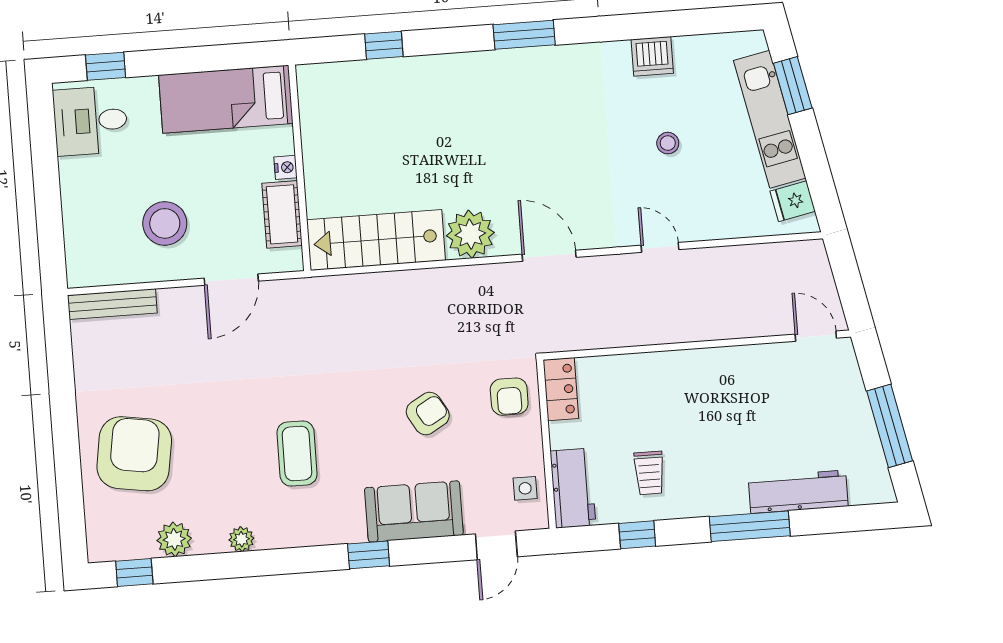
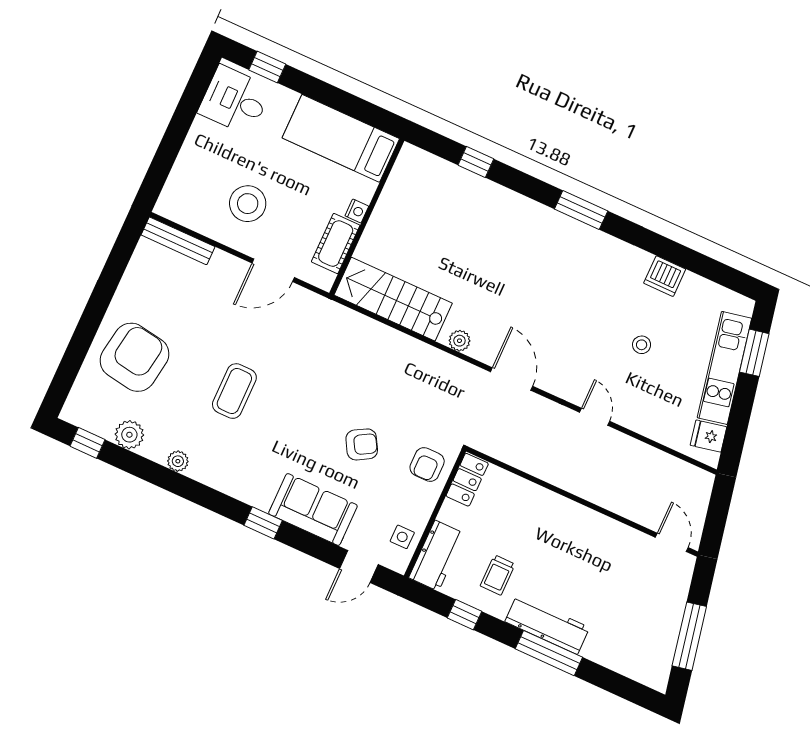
plant: (470, 234) -> (459, 341), width x0.53, depth x0.53
coffee table: (297, 453) -> (234, 391), moved
workbench: (798, 492) -> (547, 625), moved

